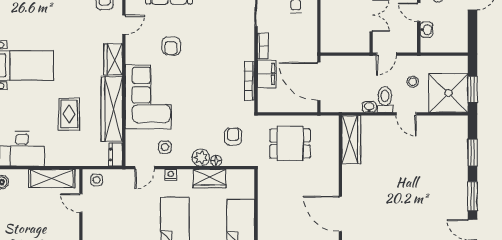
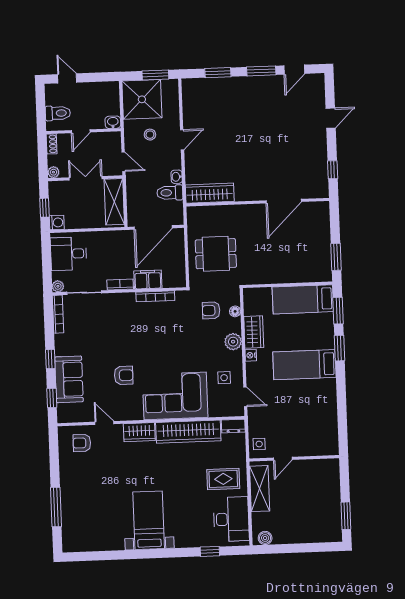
washbasin: (427, 30) -> (113, 122), moved
shelving: (346, 43) -> (114, 202), added
shower: (448, 93) -> (142, 99), moved
toilet: (385, 100) -> (170, 193), moved
rug: (69, 114) -> (223, 479), moved
dining table: (290, 144) -> (216, 254), turned 90
floor lamp: (216, 161) -> (235, 311), moved
nightstand: (171, 175) -> (251, 355), moved

